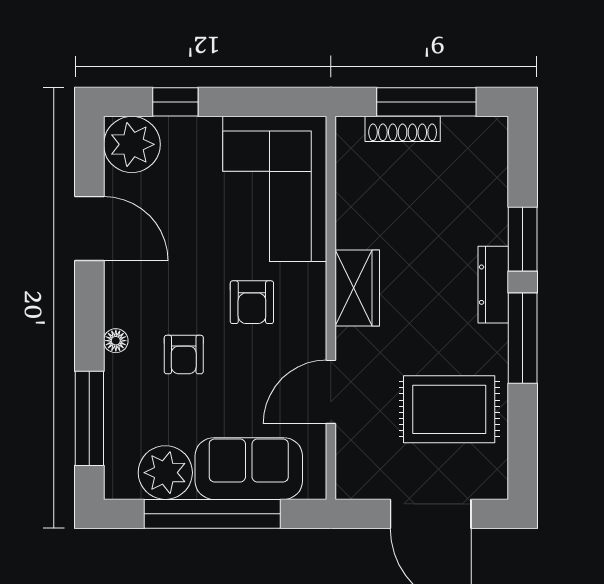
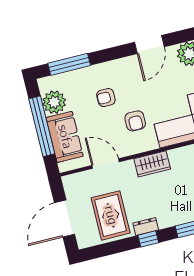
dresser: (493, 285) -> (146, 226), moved, width x0.70
armchair: (252, 302) -> (135, 121), turned -90
window: (523, 338) -> (148, 239), width x0.46
floor lamp: (116, 341) -> (105, 67), removed

